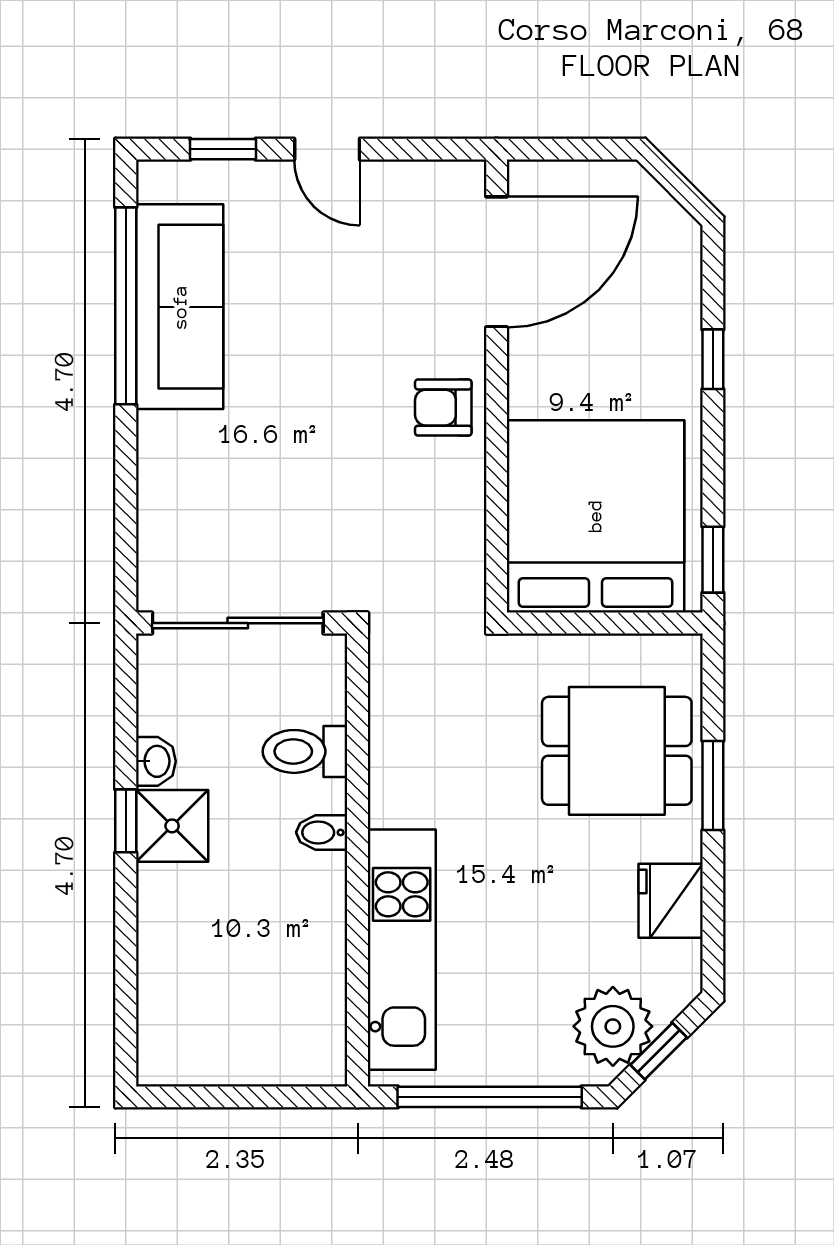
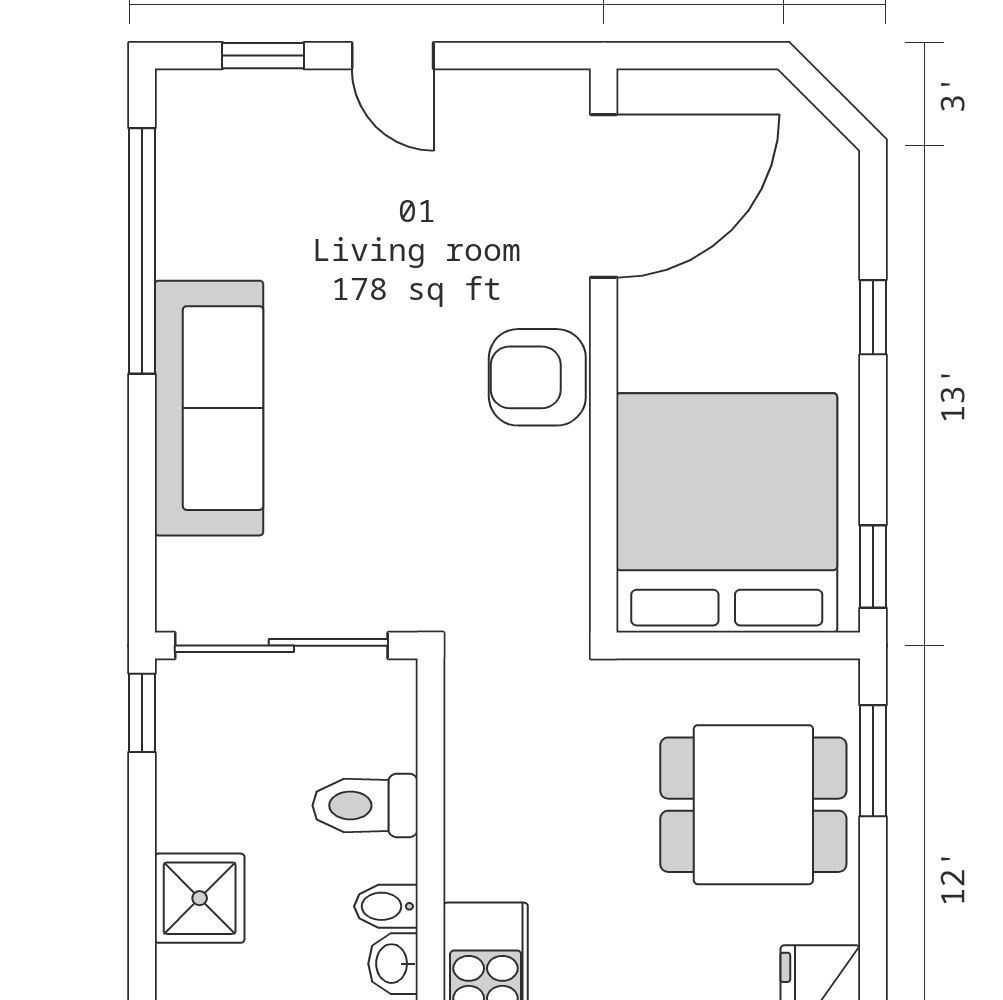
sofa: (180, 307) -> (209, 408), moved
armchair: (443, 408) -> (537, 377), width x1.38, depth x1.38
washbasin: (156, 761) -> (393, 964), moved, turned 180
window: (713, 785) -> (873, 761), moved
window: (126, 821) -> (142, 713), moved

